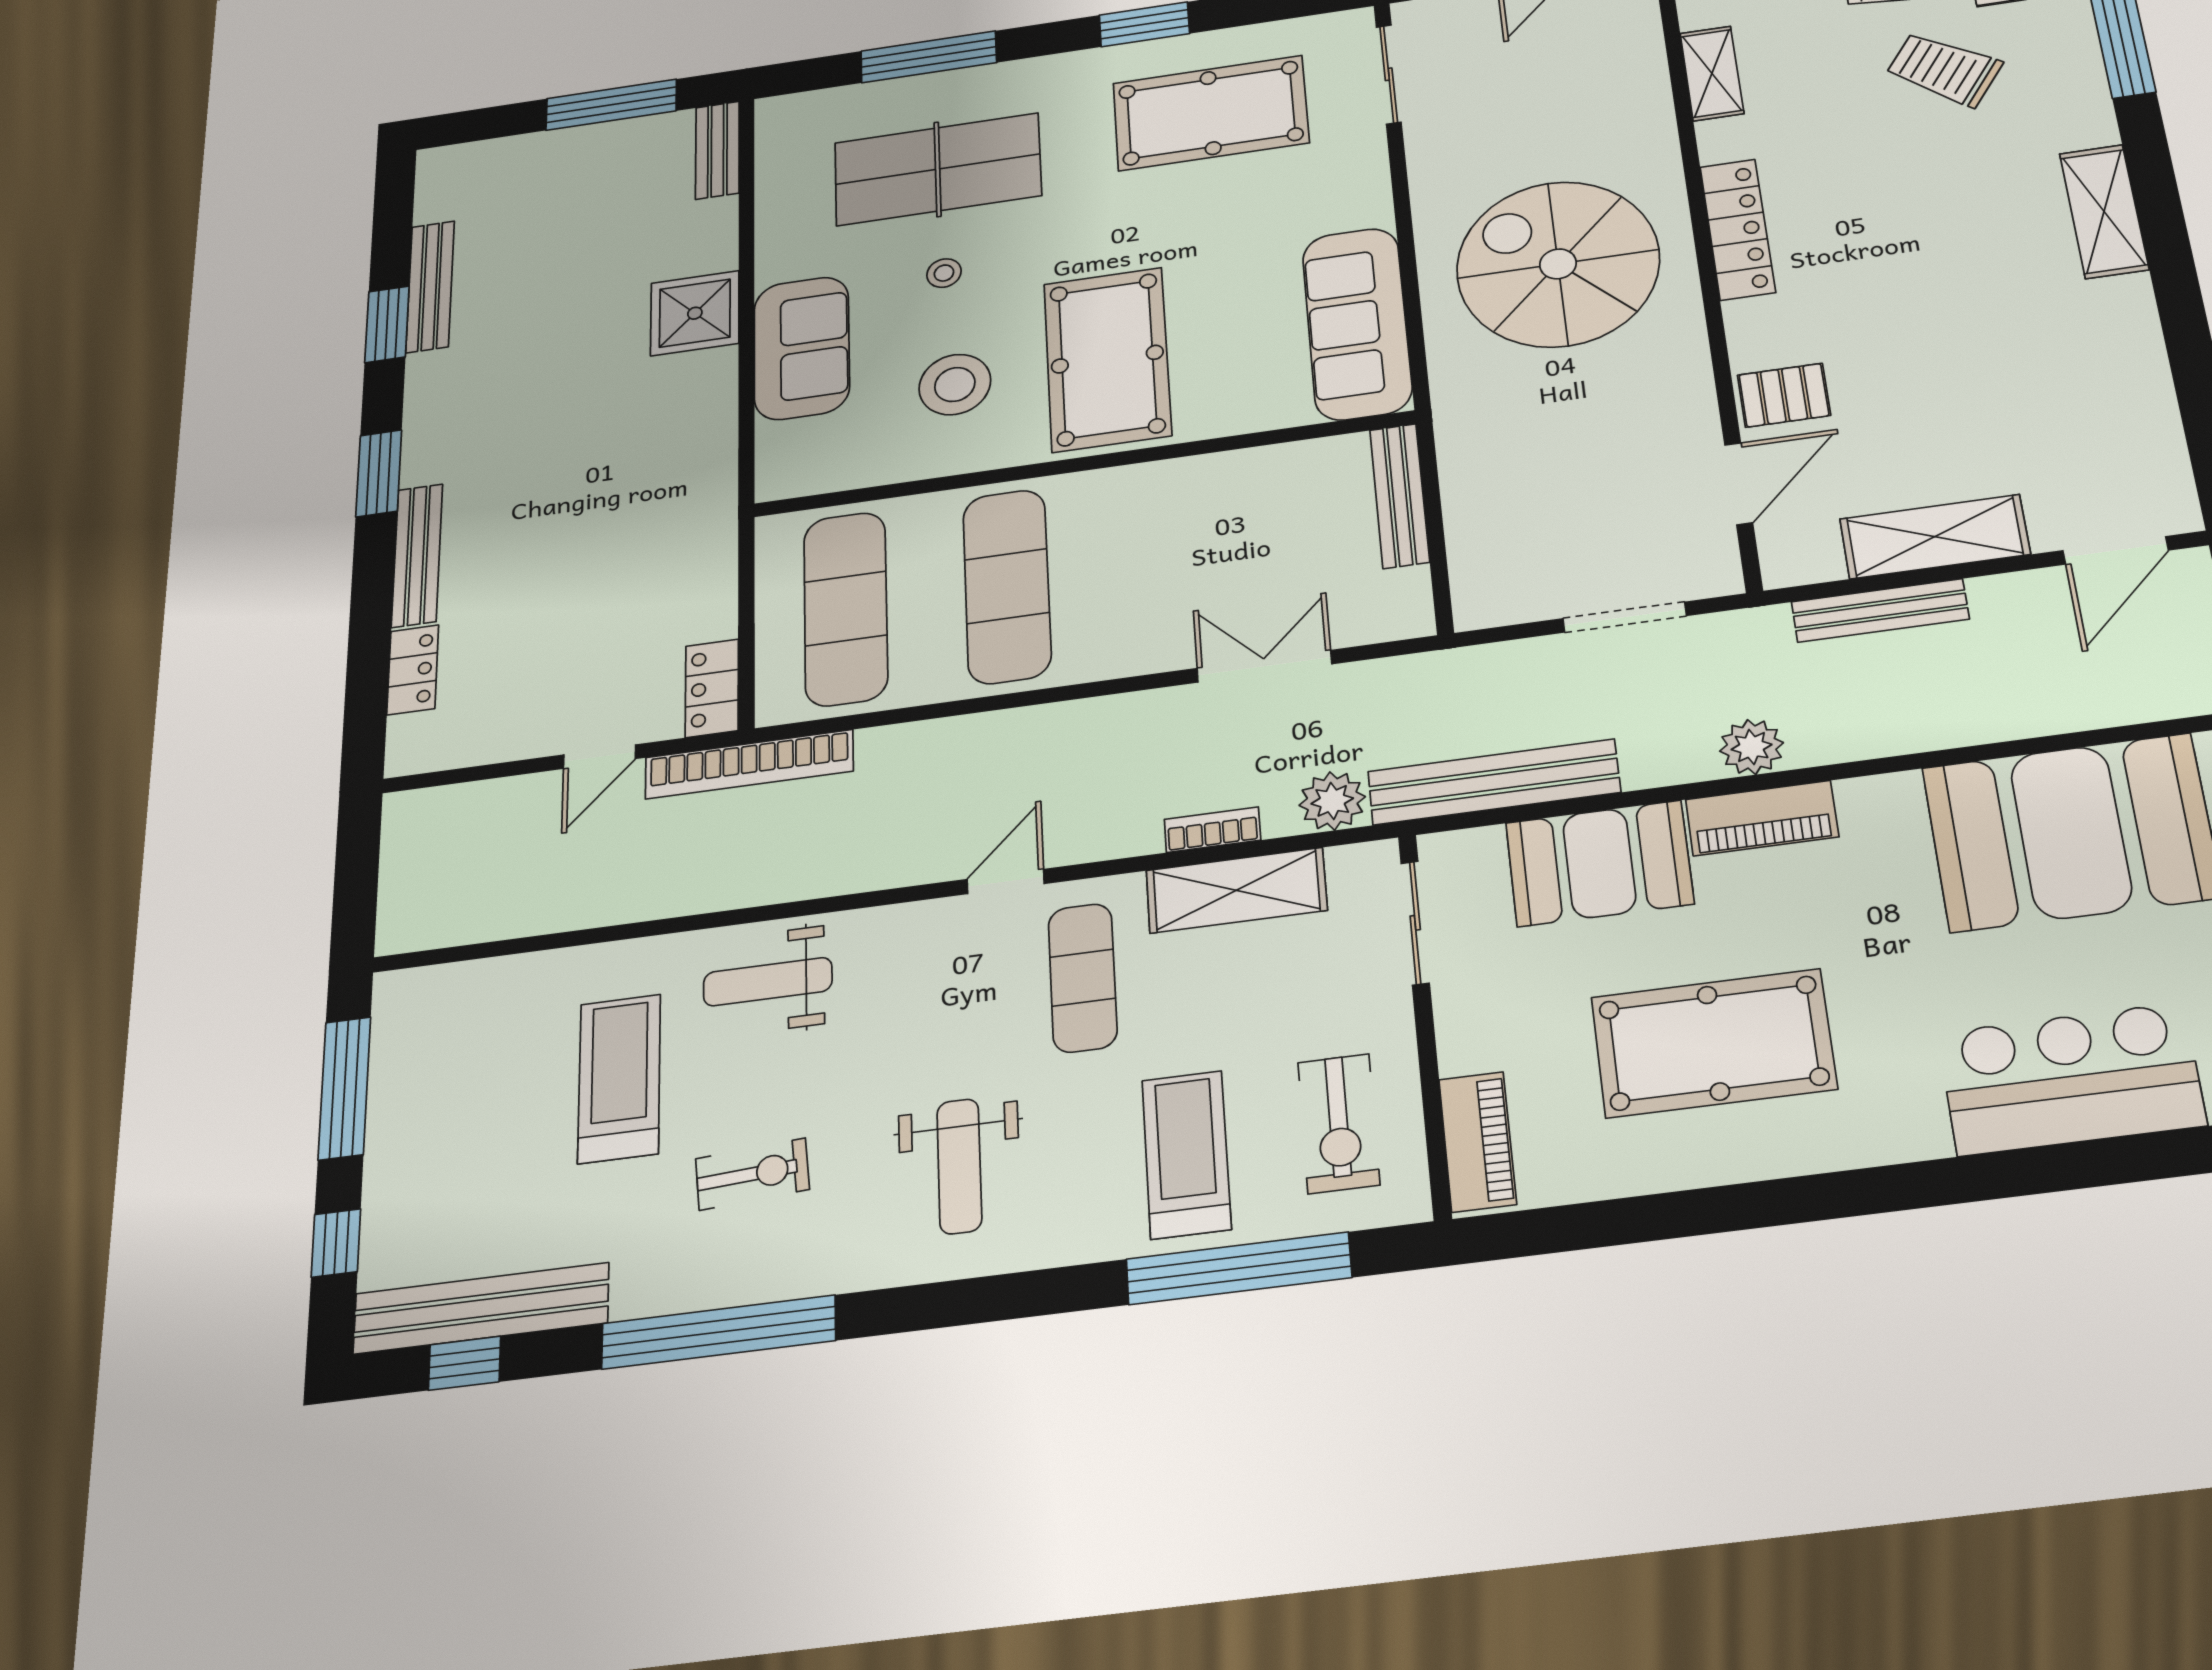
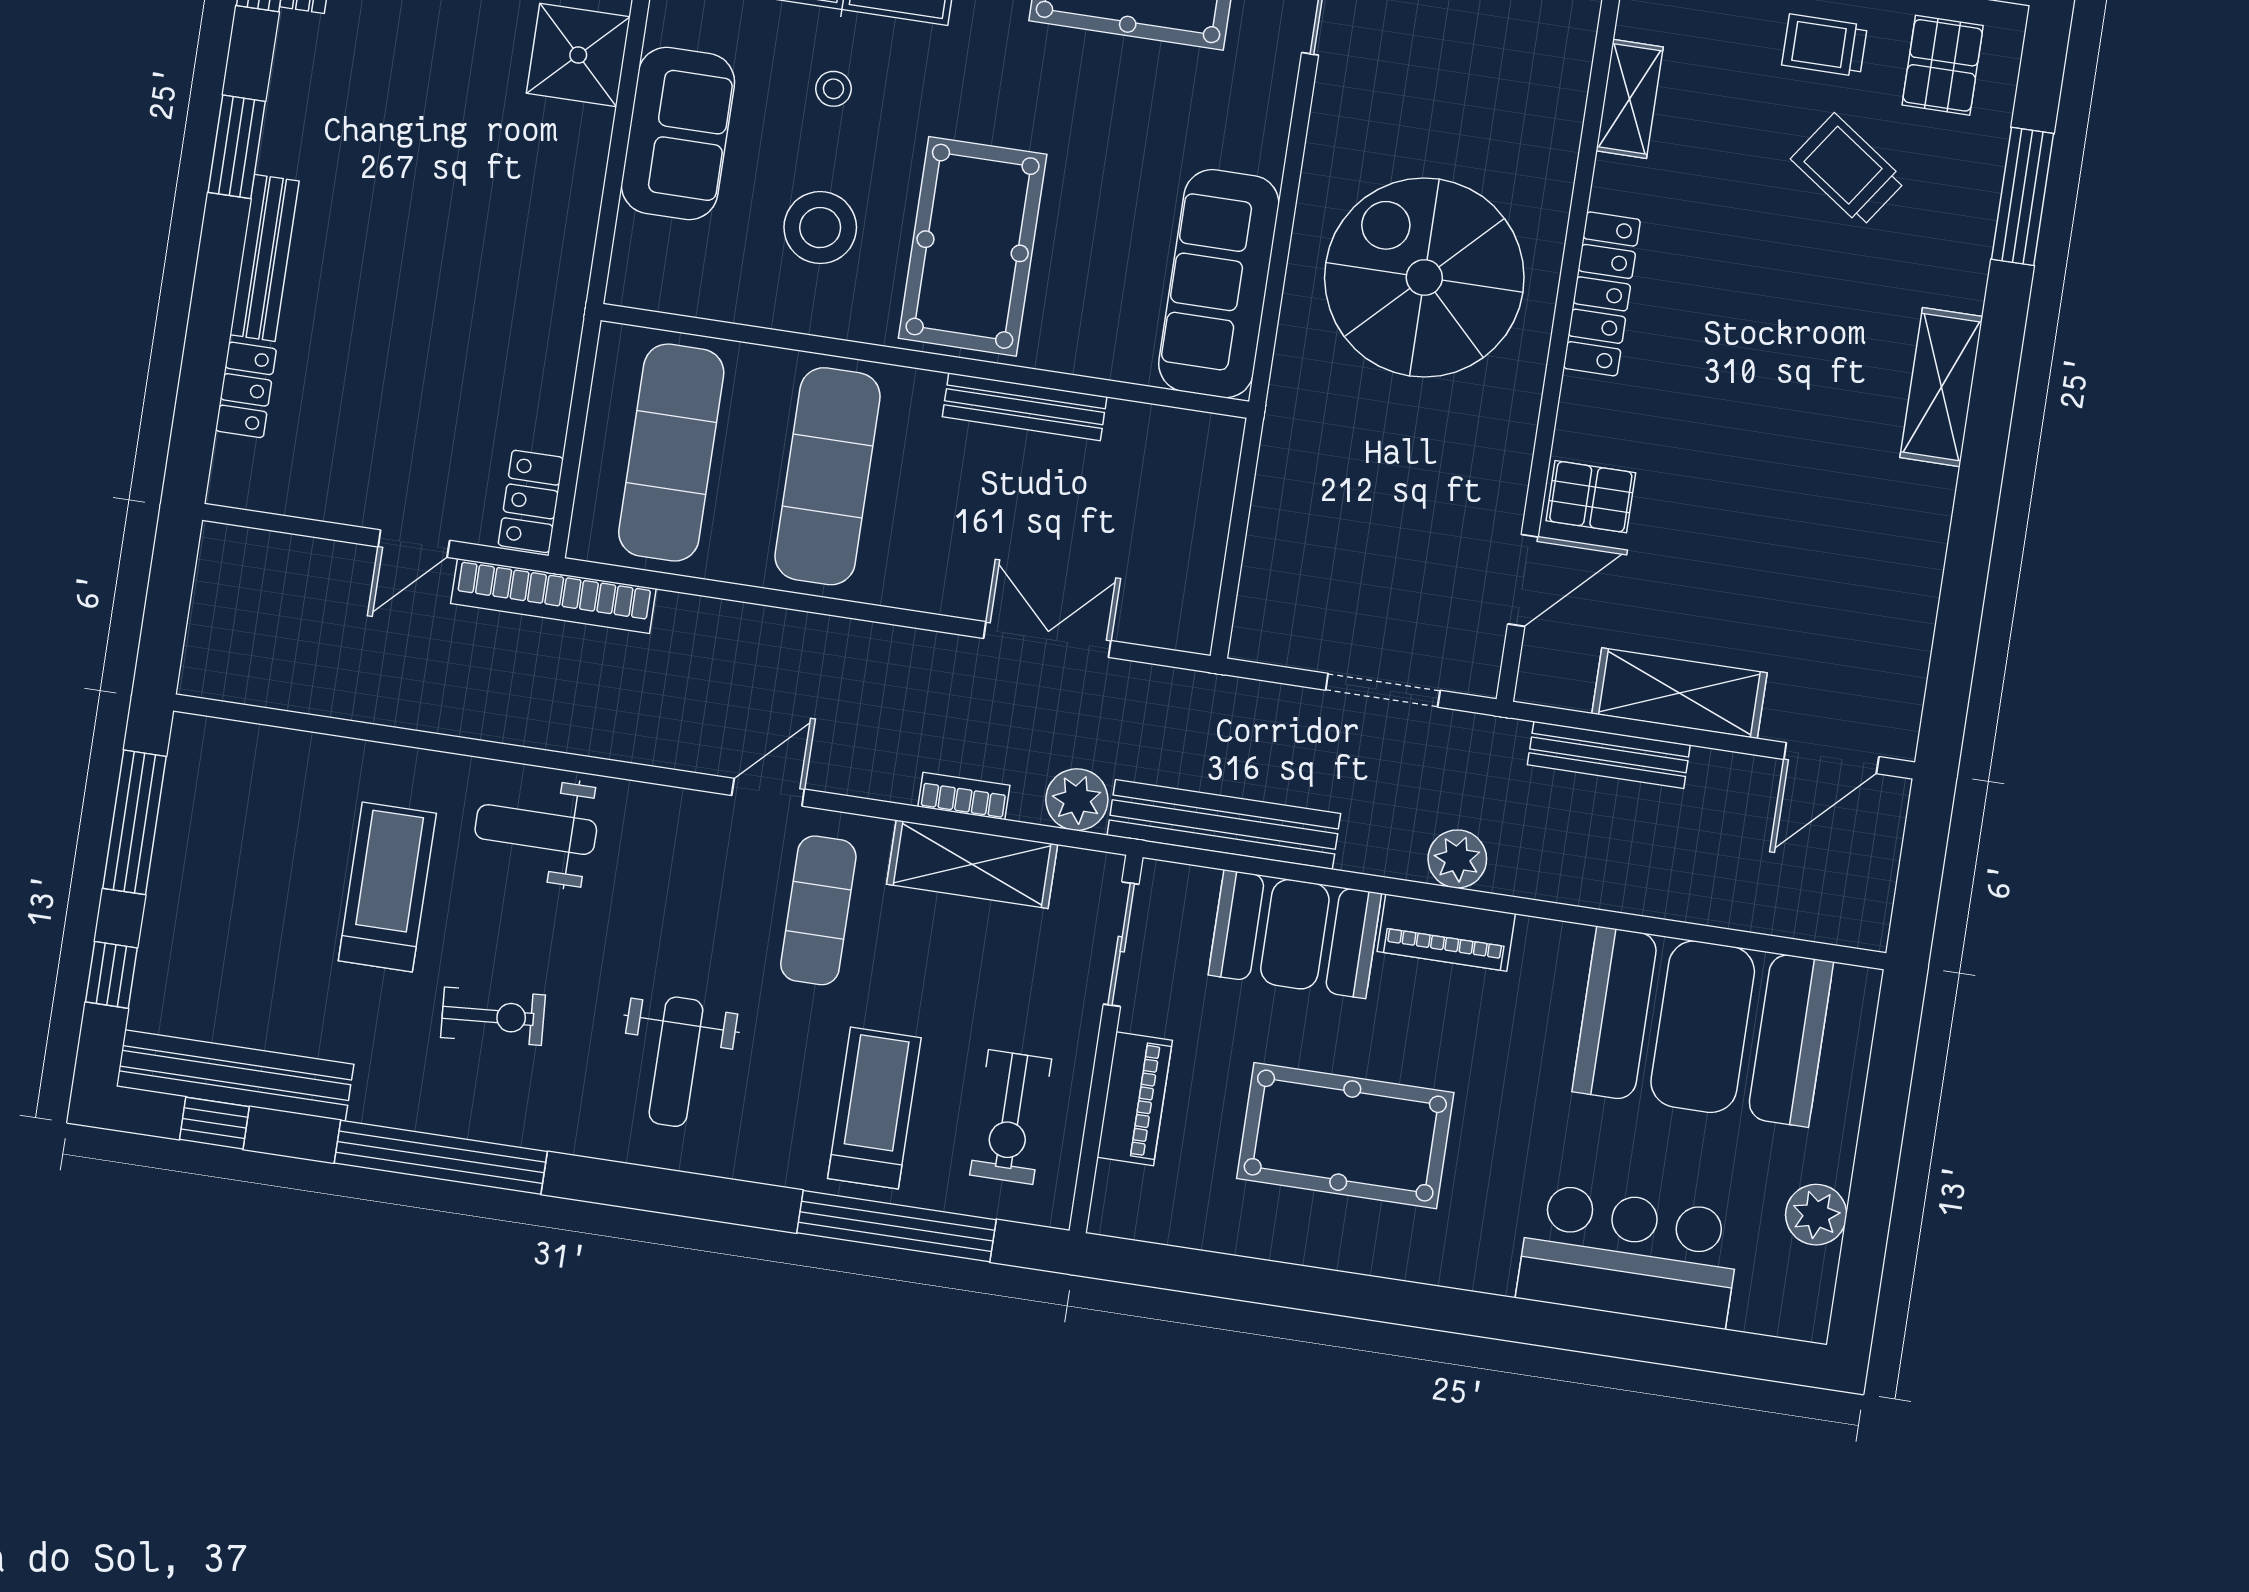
bench: (1400, 496) -> (1025, 407), moved, turned 90
piano: (1478, 1142) -> (1135, 1099), moved

